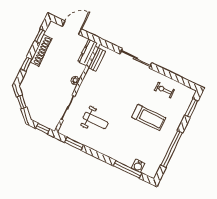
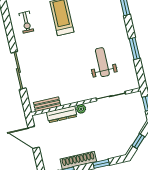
door: (72, 28) -> (34, 137), moved
dresser: (88, 52) -> (62, 114), moved
window: (74, 144) -> (135, 48), moved

